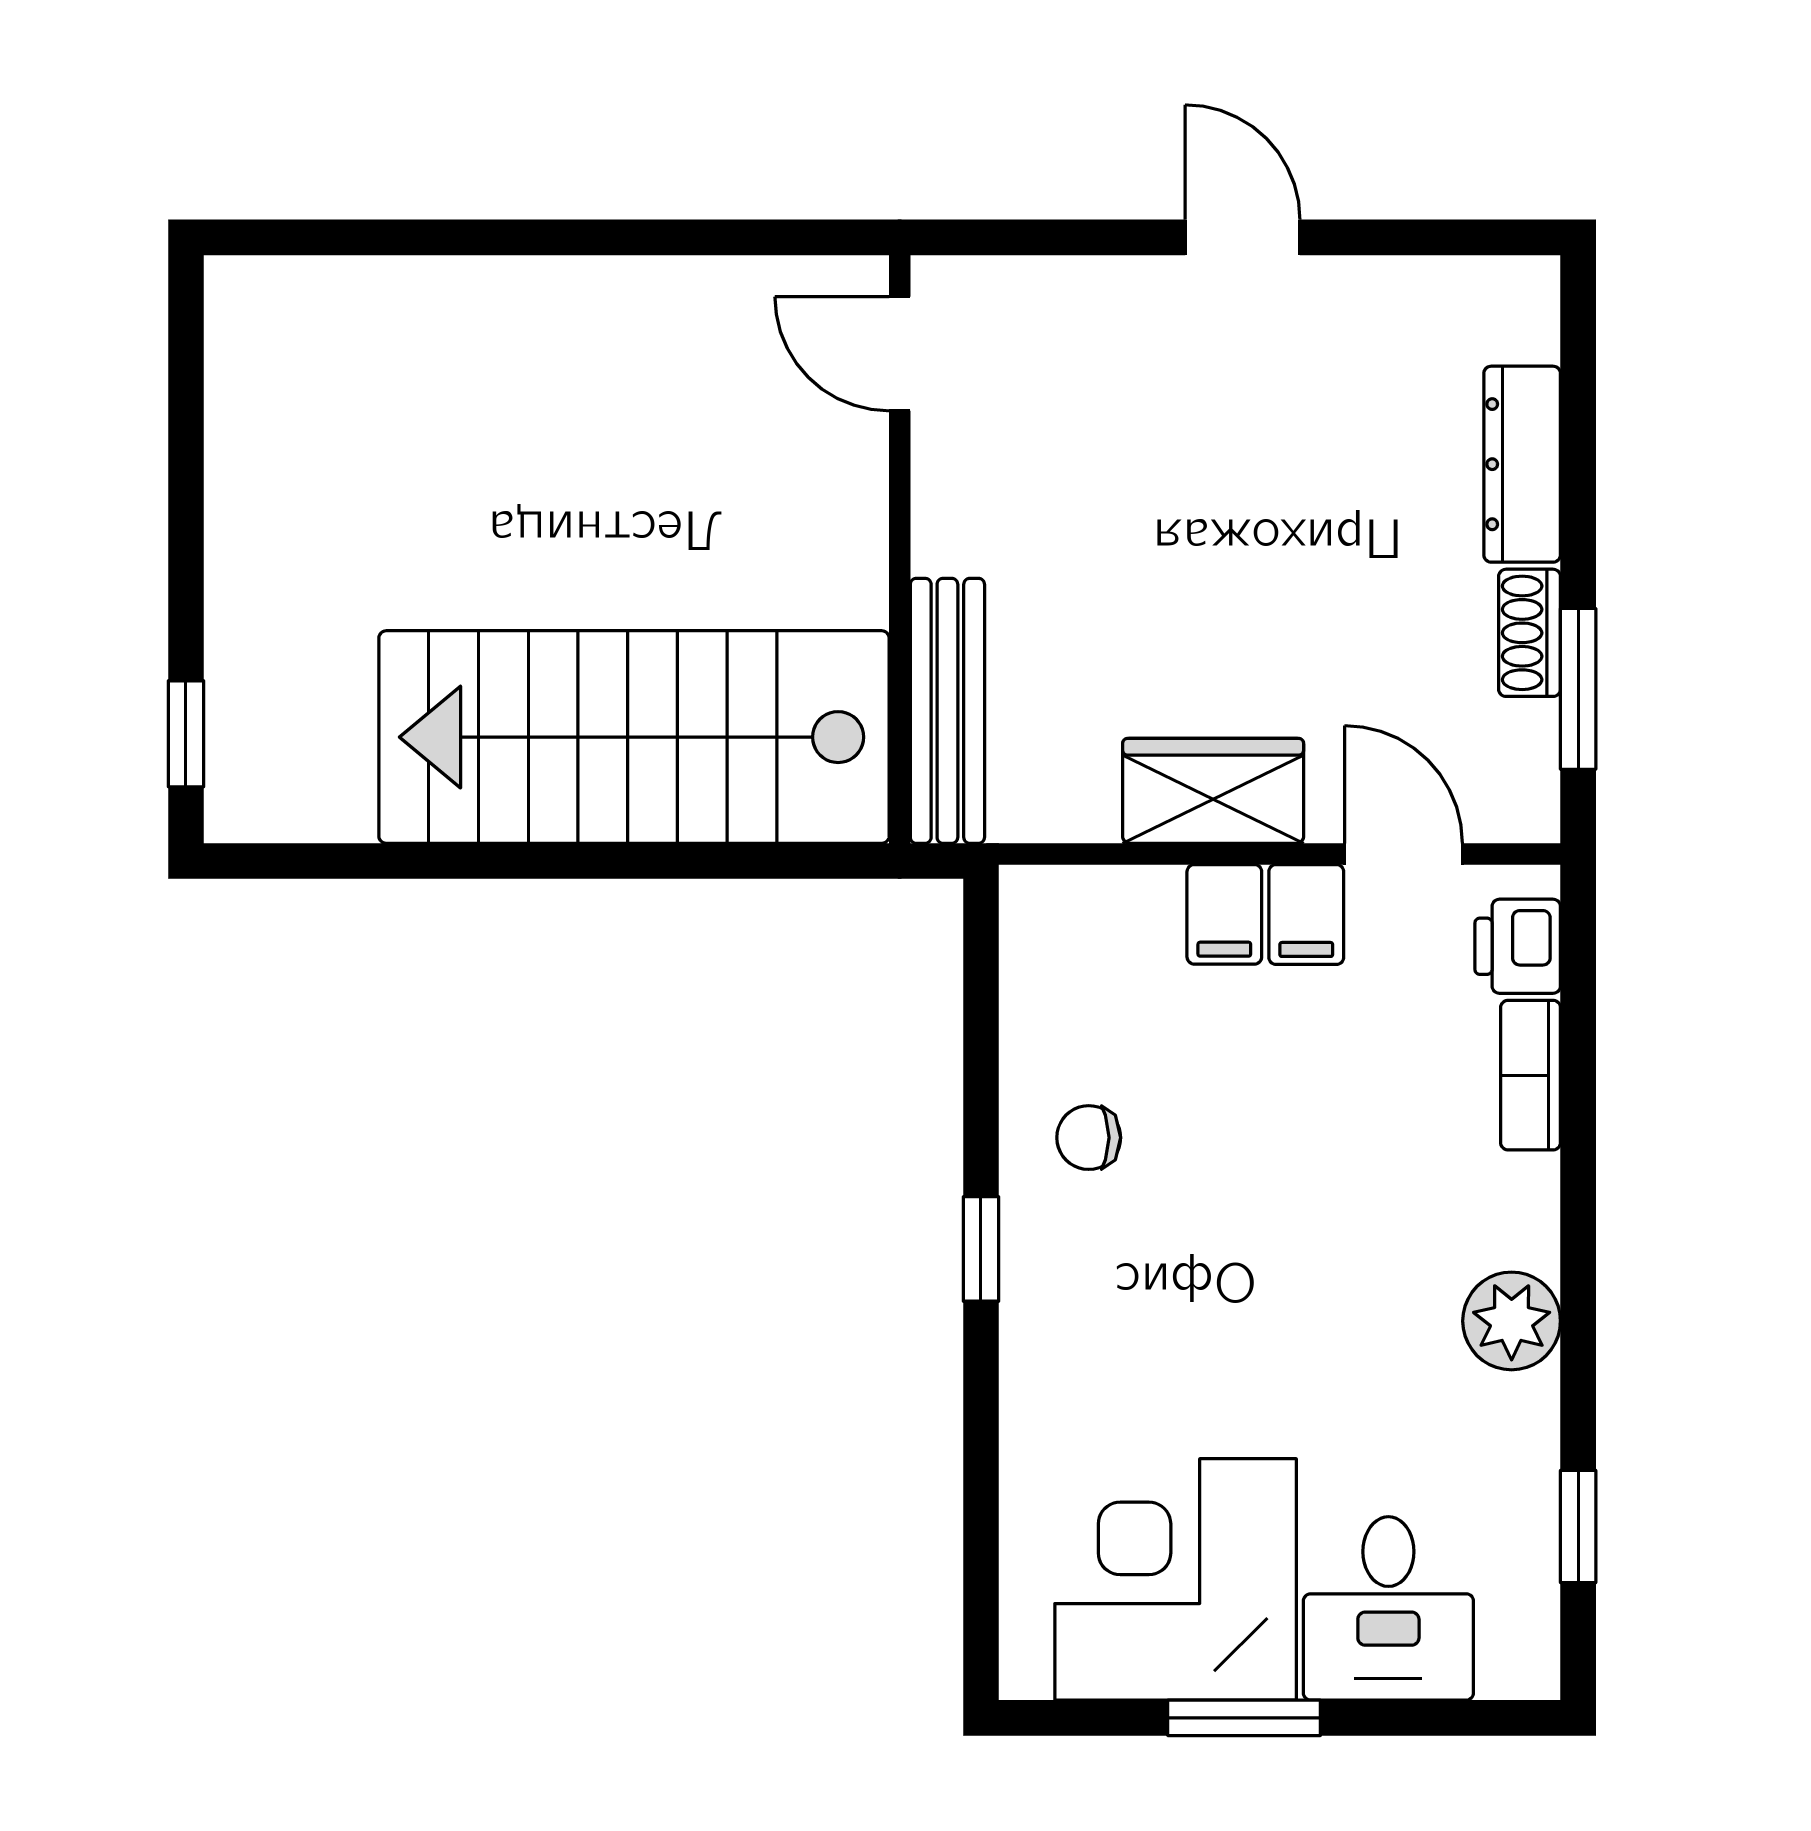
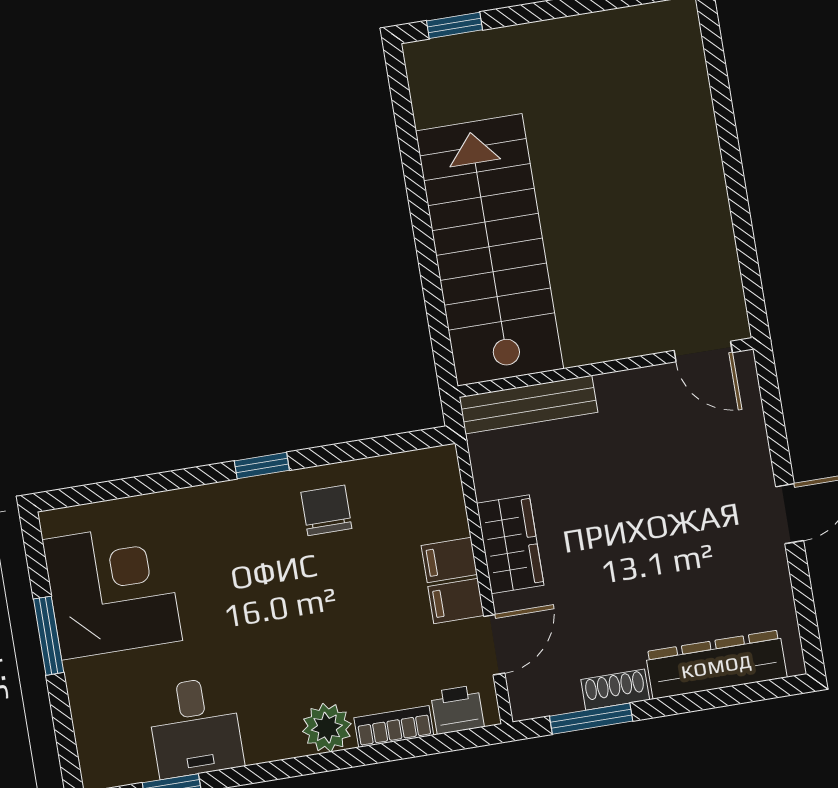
door: (900, 354) -> (703, 351), swing flipped
dresser: (1522, 464) -> (716, 664), width x1.37, depth x1.24
chair: (1089, 1138) -> (326, 510), width x1.37, depth x1.37
plant: (1512, 1321) -> (327, 728), moved
desk: (1388, 1608) -> (195, 727), moved, turned -90

